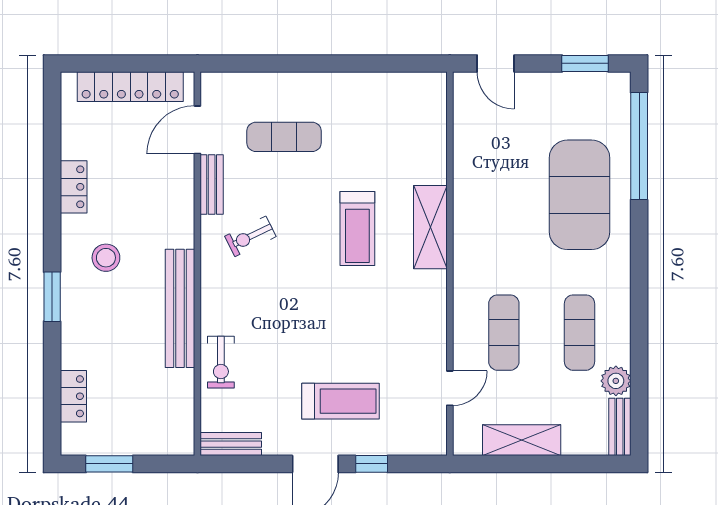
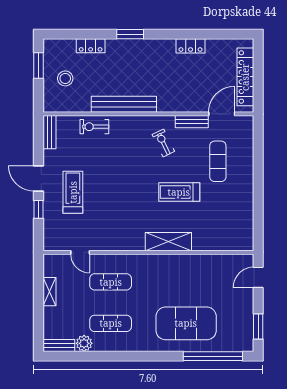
door: (197, 130) -> (222, 114), hinge flipped
treadmill: (357, 228) -> (179, 192), moved
stool: (106, 258) -> (65, 78), moved
locker: (73, 396) -> (91, 46), moved
treadmill: (341, 401) -> (73, 192), turned 180
shelving: (522, 440) -> (49, 292), width x0.67, depth x0.75

